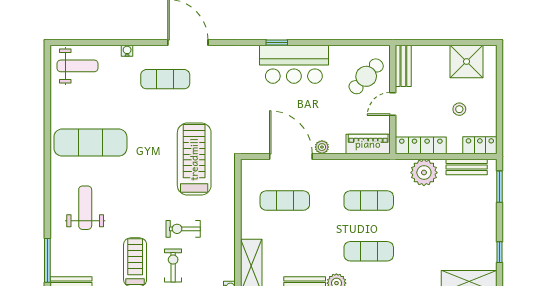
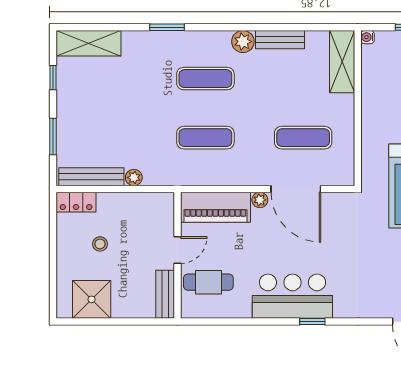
cafe table: (366, 76) -> (208, 282), turned 47
piano: (368, 144) -> (215, 207), width x1.37, depth x1.33
locker: (421, 145) -> (145, 202), removed
bench: (467, 167) -> (91, 177), width x1.36
plant: (424, 173) -> (134, 177), width x0.53, depth x0.53
window: (500, 187) -> (53, 136), moved

